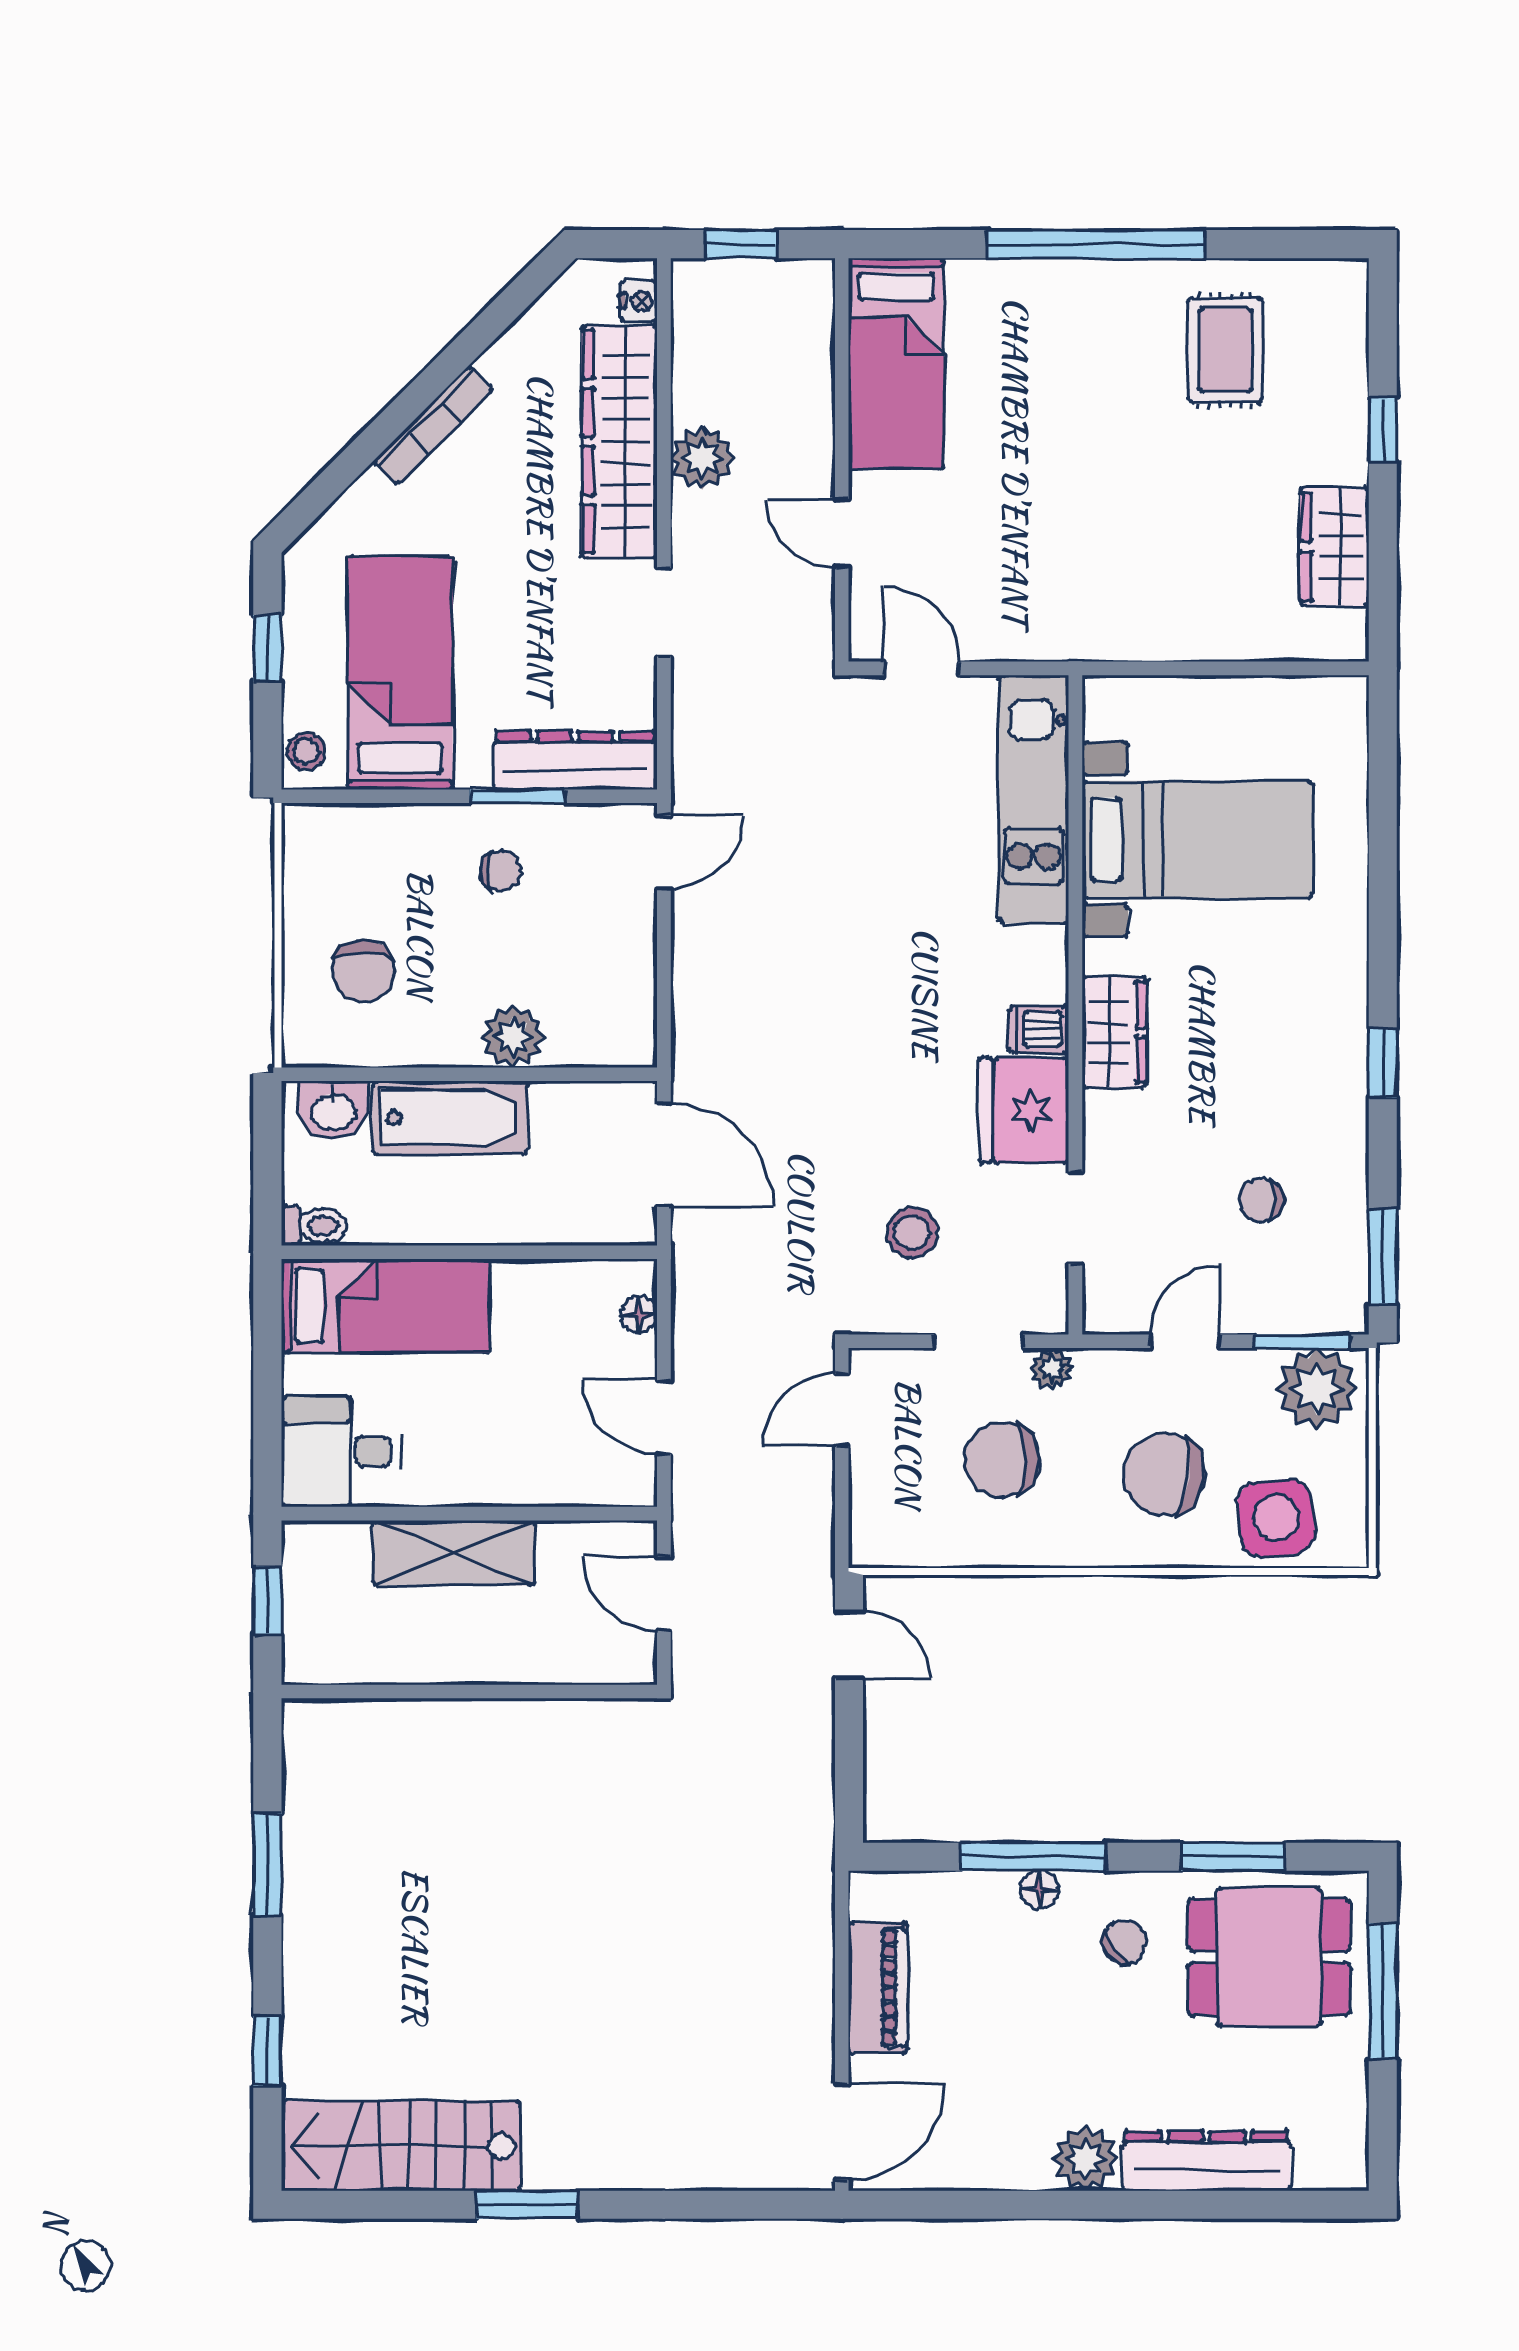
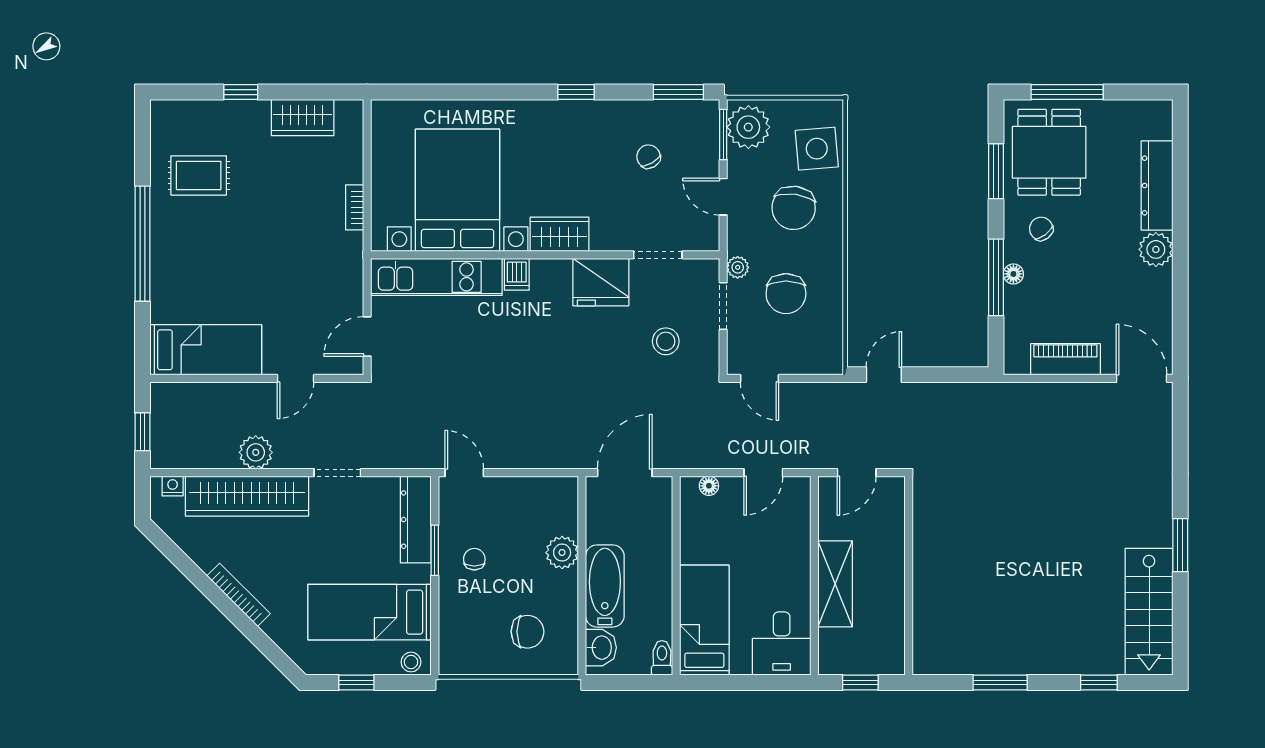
bookcase: (1165, 645) -> (355, 207), added
bed with nightstands: (1197, 839) -> (458, 190), width x1.36
dishwasher: (1039, 1029) -> (517, 274), moved
chair: (1261, 1200) -> (648, 157), turned 150

